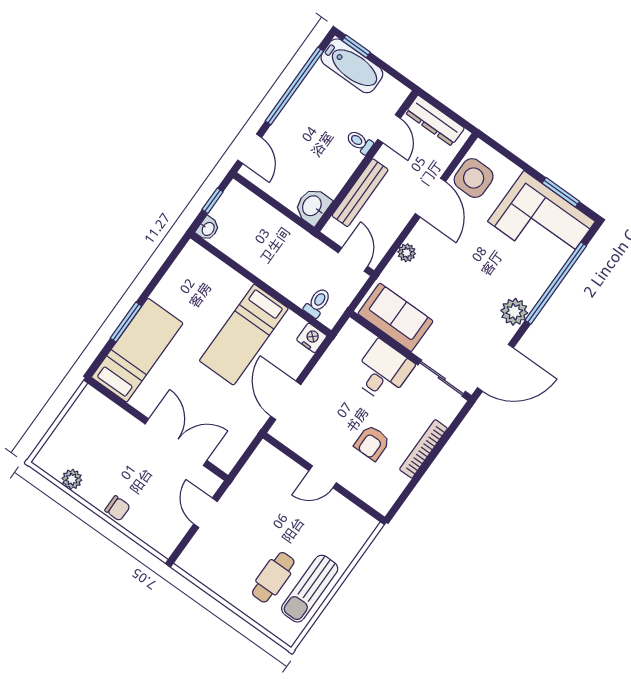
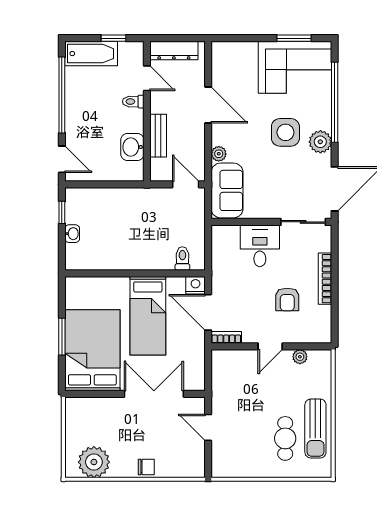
window: (356, 46) -> (113, 38), moved
side table: (474, 178) -> (285, 132), moved
bench: (360, 193) -> (158, 136), width x0.73
washbasin: (312, 206) -> (132, 147), moved
wall: (261, 284) -> (135, 273), moved
toilet: (317, 303) -> (182, 258), moved
sofa: (395, 317) -> (227, 190), moved, turned 90
bed: (244, 335) -> (148, 316), moved
nightstand: (312, 338) -> (196, 285), moved
bed: (137, 350) -> (92, 350), width x1.50
bookcase: (286, 437) -> (226, 337), added
plant: (72, 479) -> (94, 462), width x1.88, depth x1.88
plant: (345, 508) -> (300, 357), added

